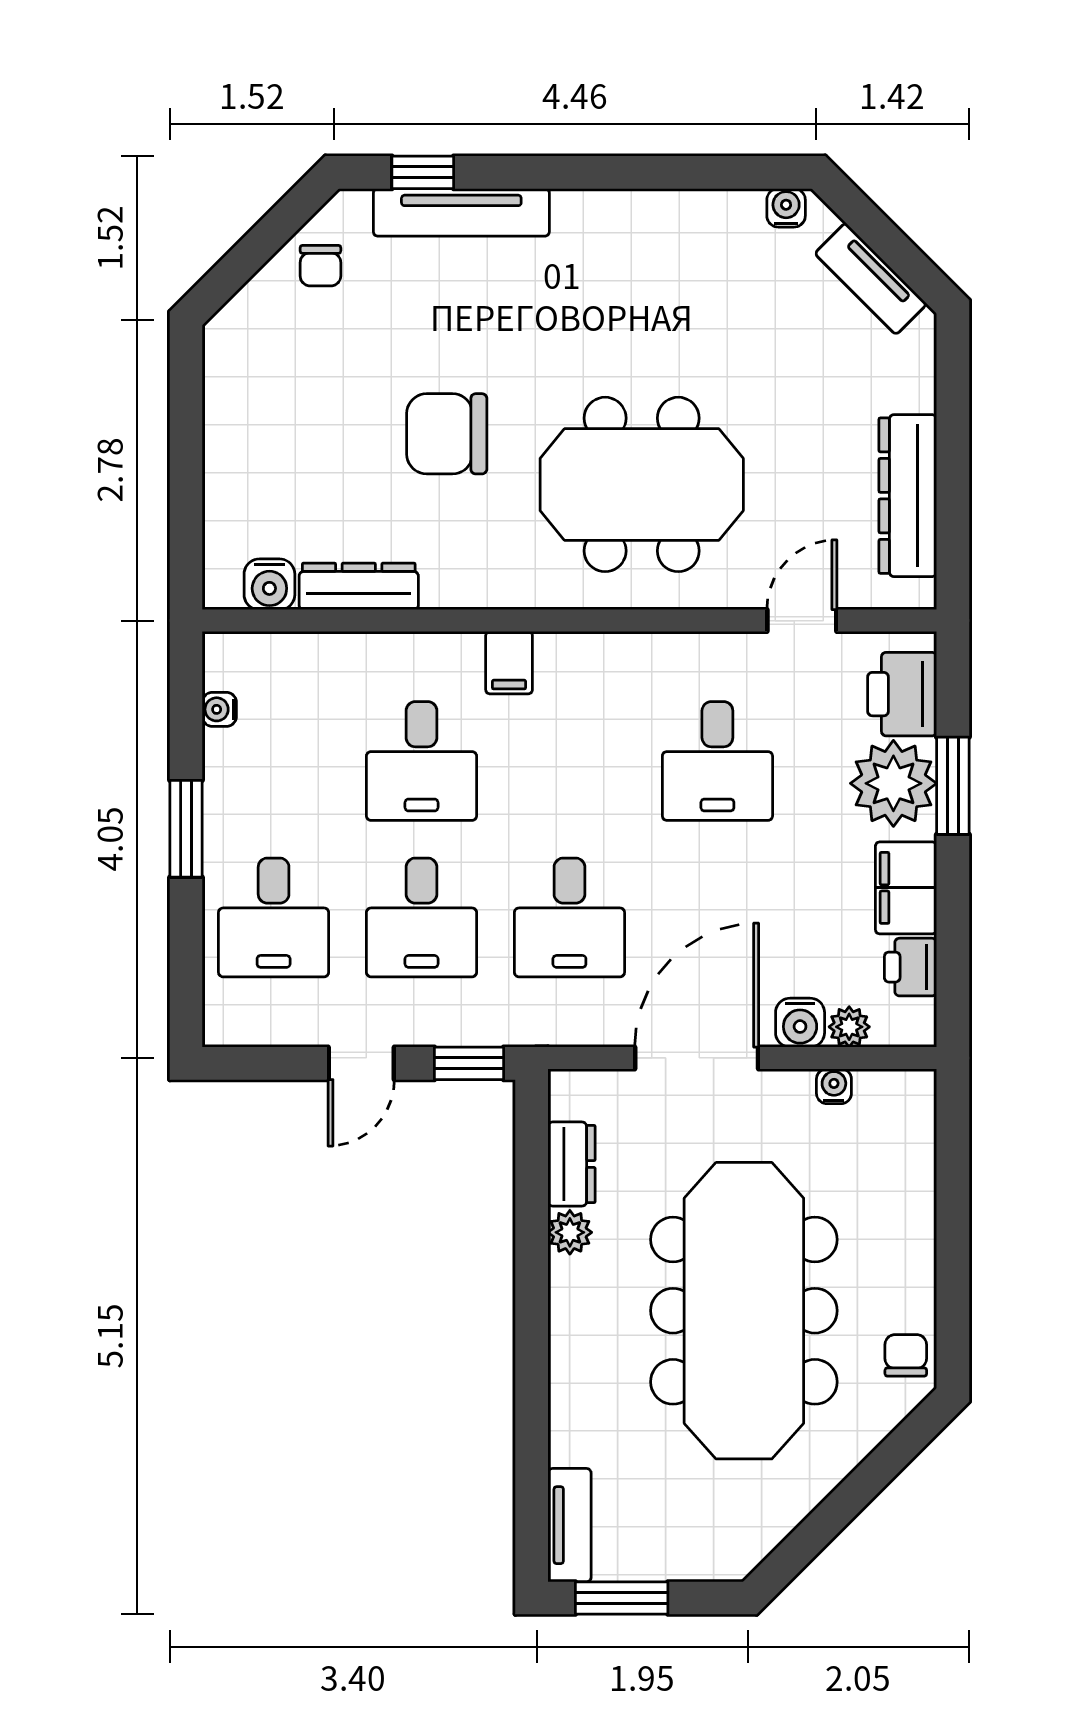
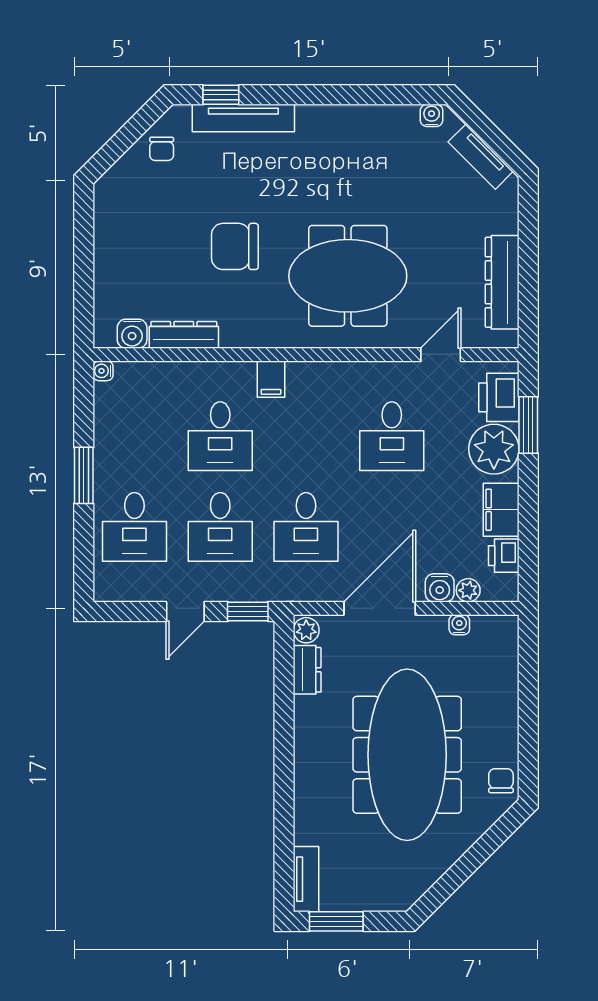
water cooler: (219, 709) -> (103, 371), moved
window: (953, 786) -> (528, 425), moved
plant: (570, 1232) -> (306, 630), moved

